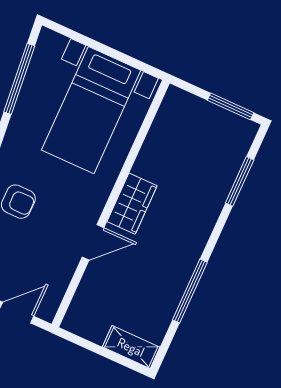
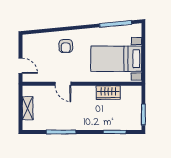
wardrobe: (132, 204) -> (108, 92), moved
shelving: (131, 347) -> (28, 108), moved

